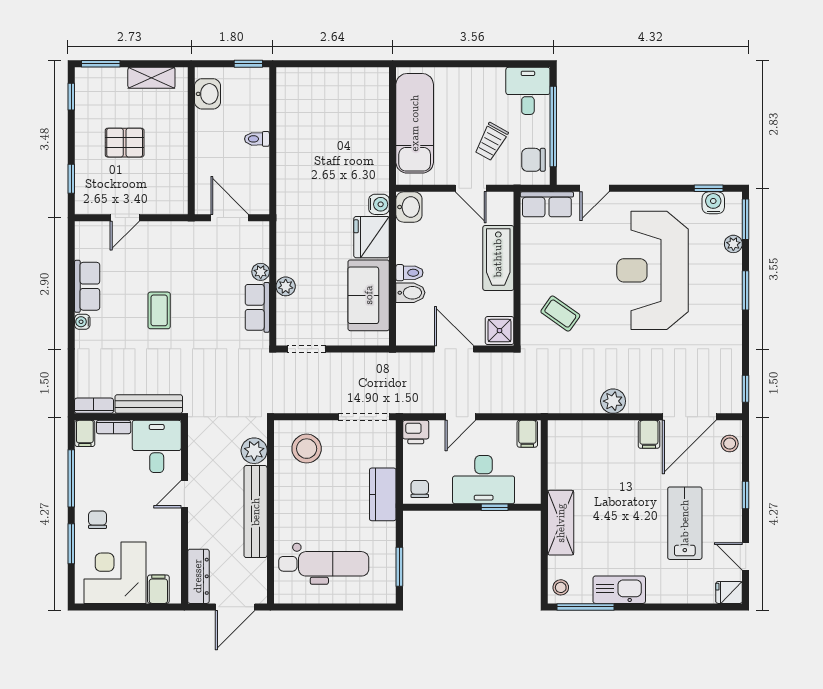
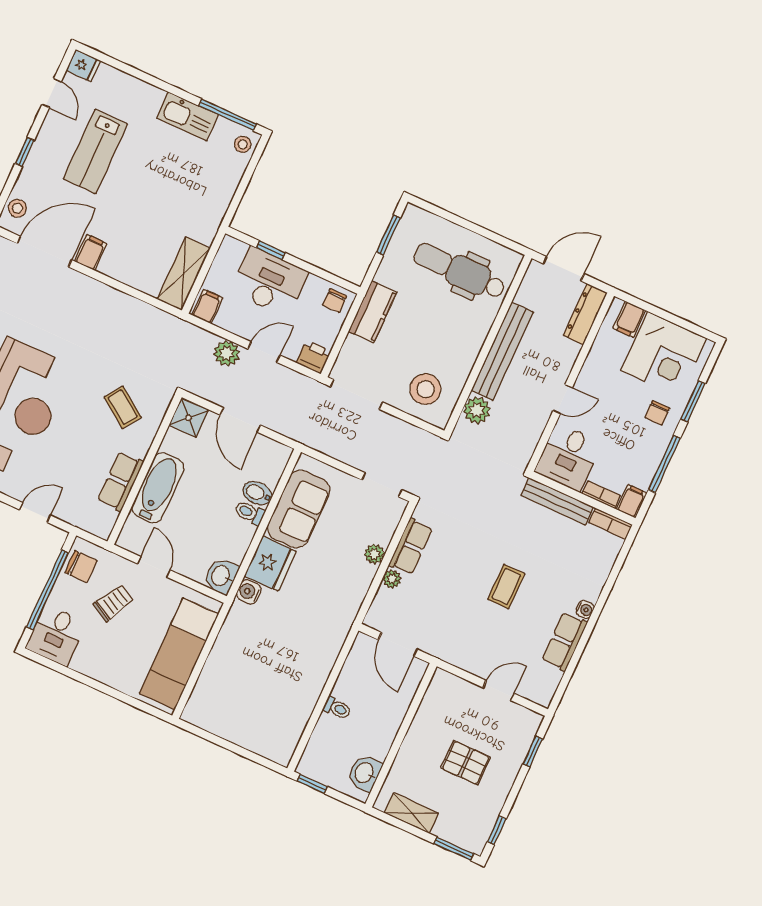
row of seats: (547, 204) -> (120, 481), moved, turned -90
plant: (613, 401) -> (227, 353), moved
shelving: (561, 523) -> (184, 274), moved

